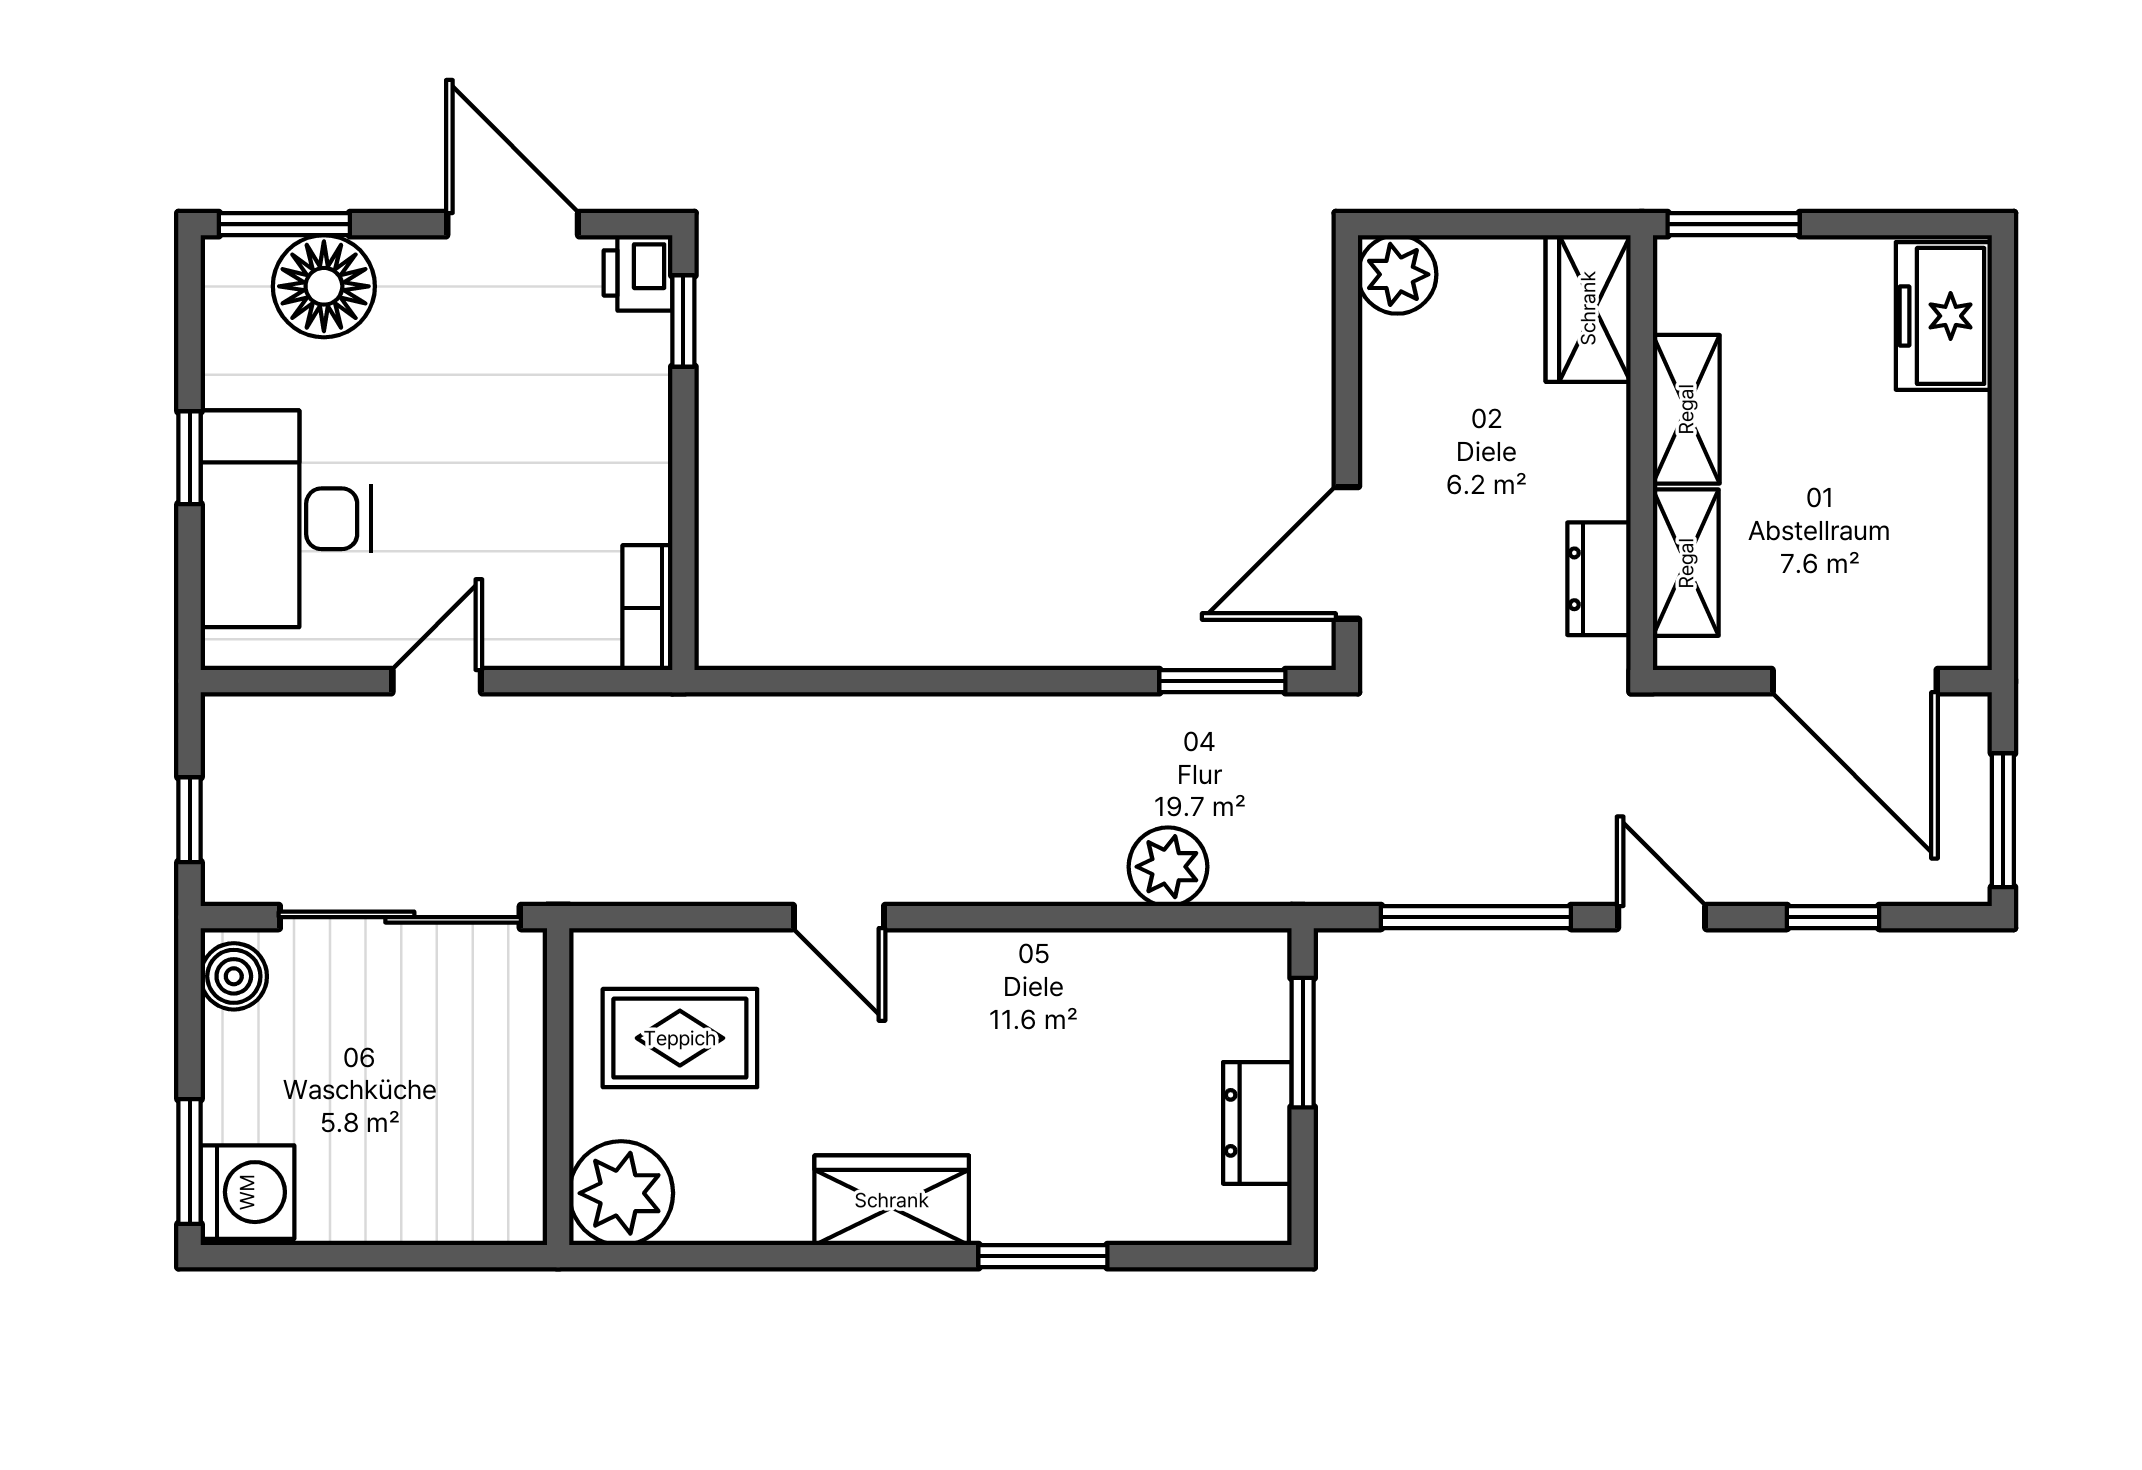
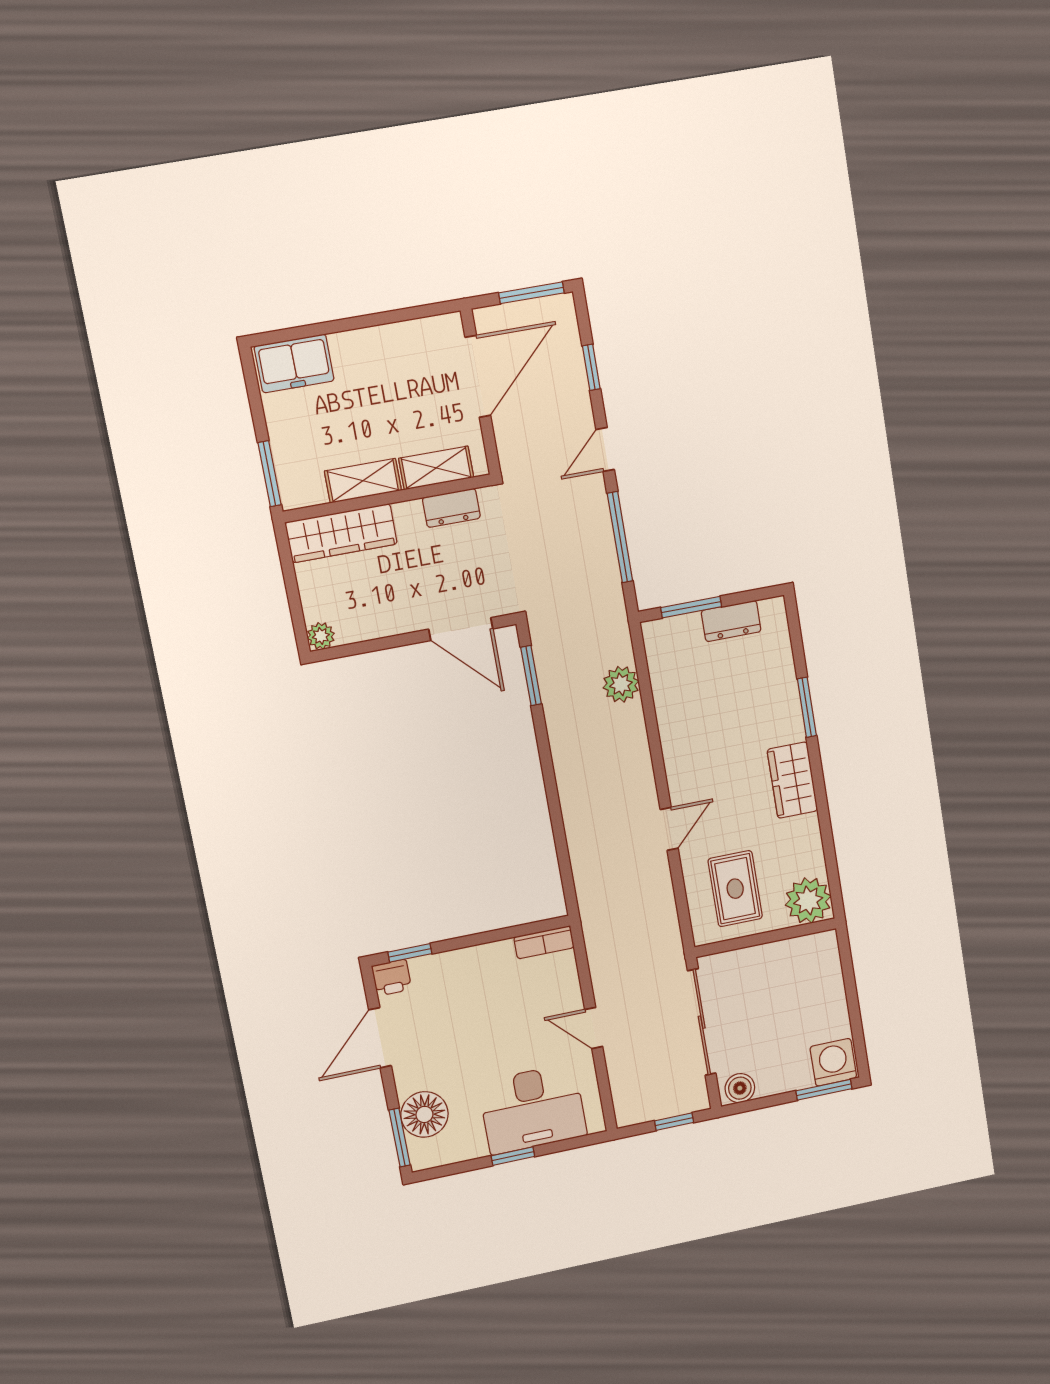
plant: (1397, 274) -> (321, 636), width x0.73, depth x0.73
wardrobe: (1588, 308) -> (341, 533), width x1.50

